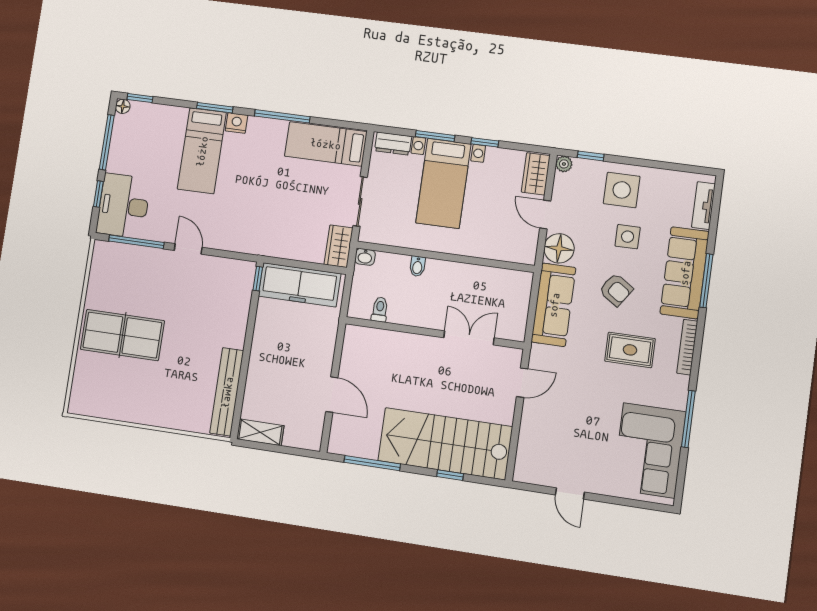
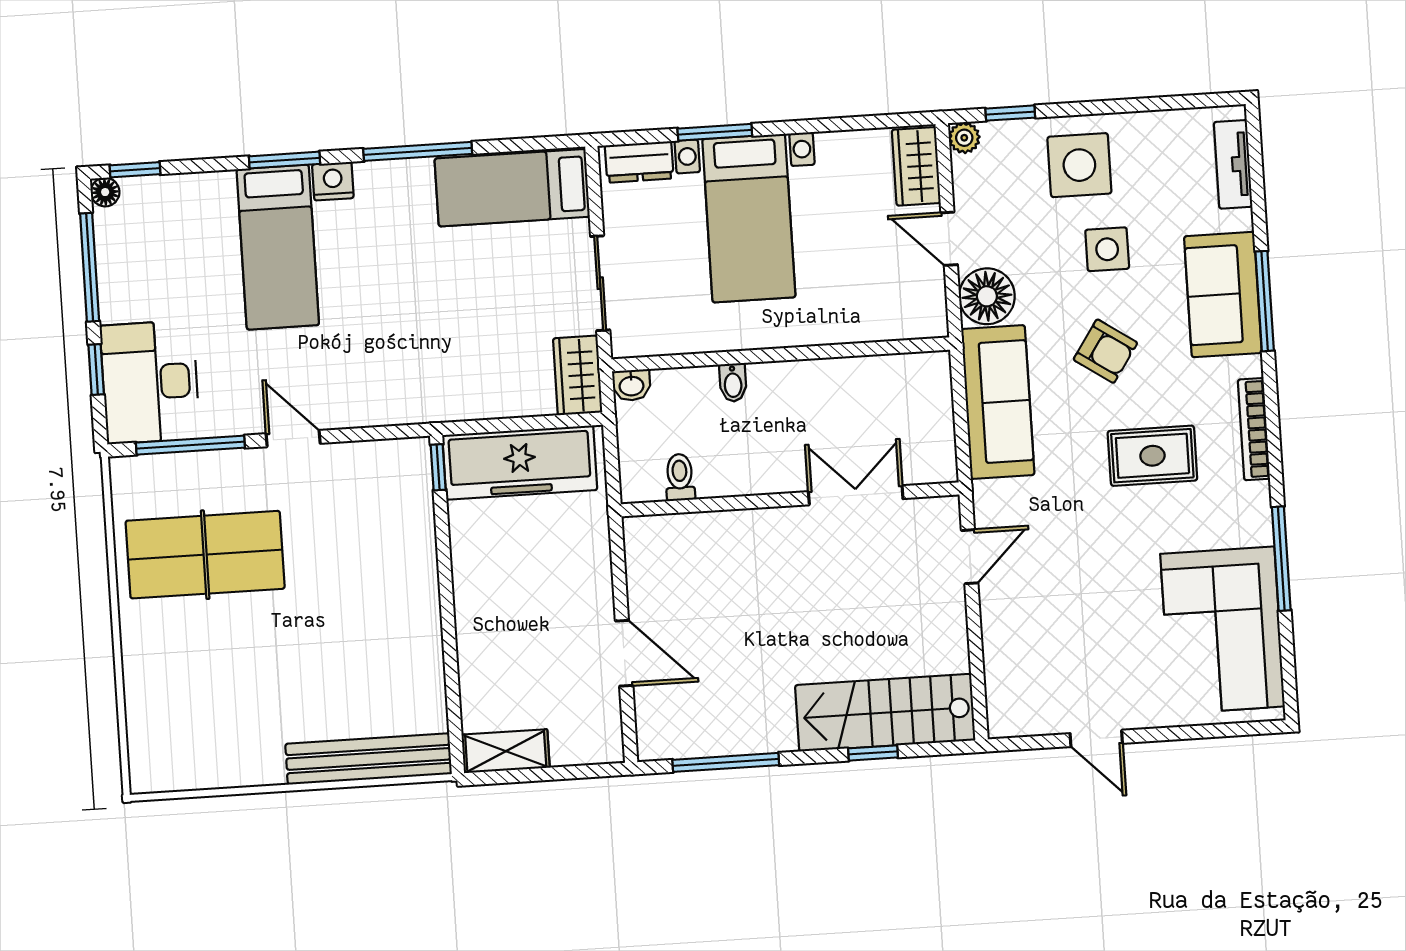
window: (485, 142) -> (810, 126), removed
sofa: (685, 273) -> (1223, 295), width x0.73
table tennis table: (122, 335) -> (205, 555), moved
bench: (227, 392) -> (369, 759), moved, turned 90
stairs: (445, 444) -> (885, 713), width x0.73, depth x0.66

